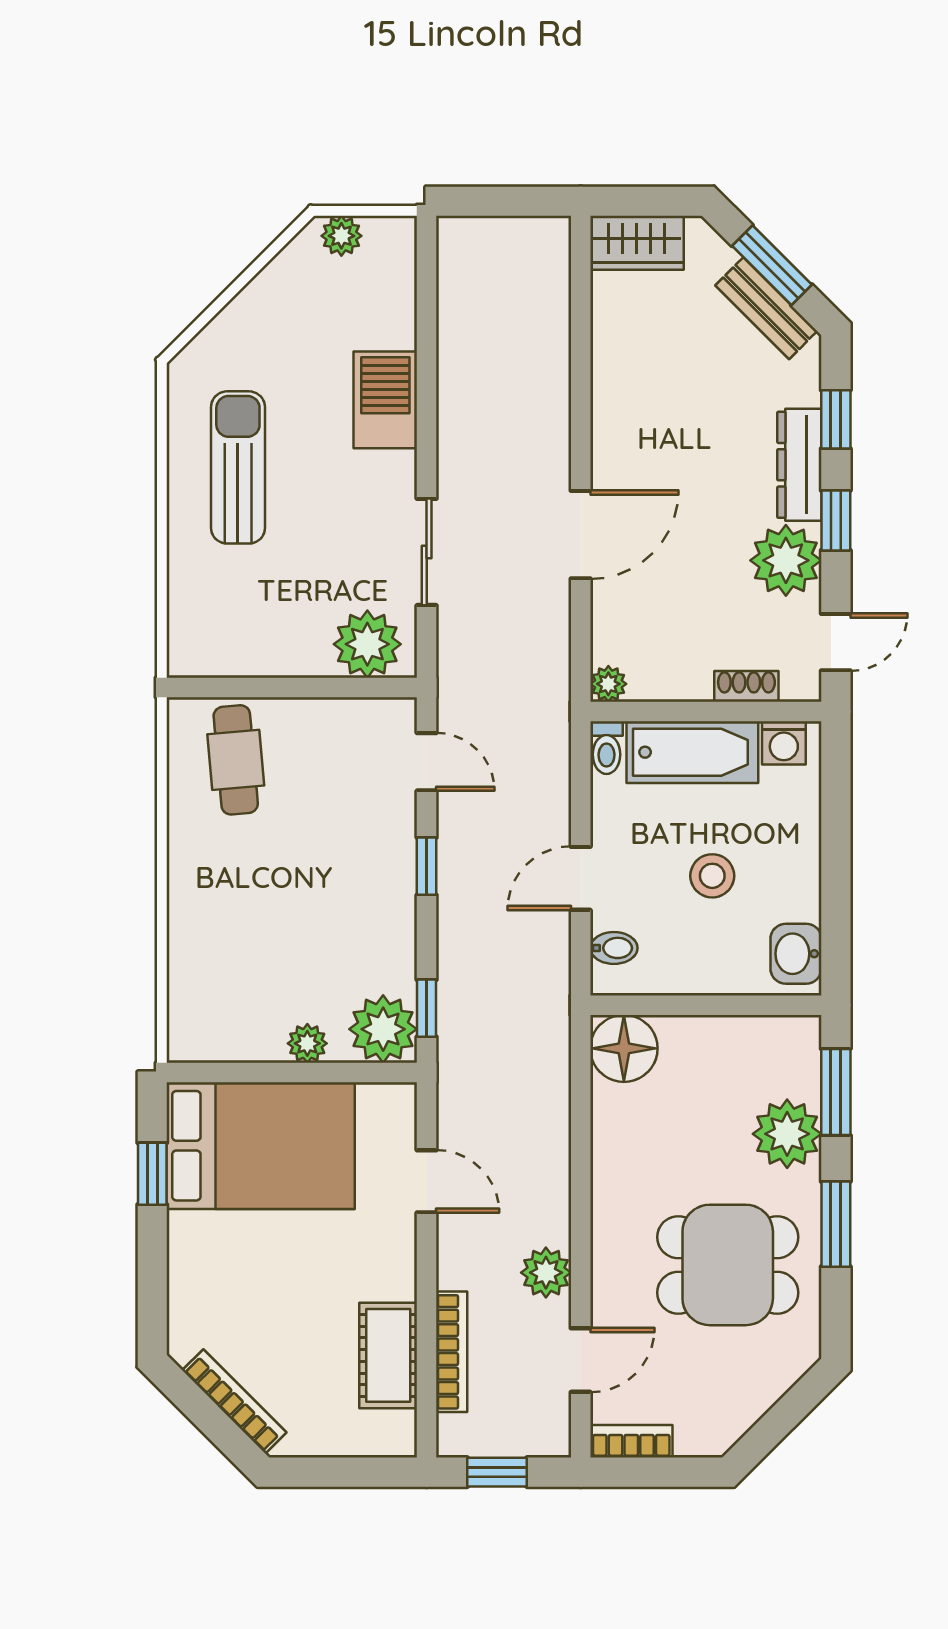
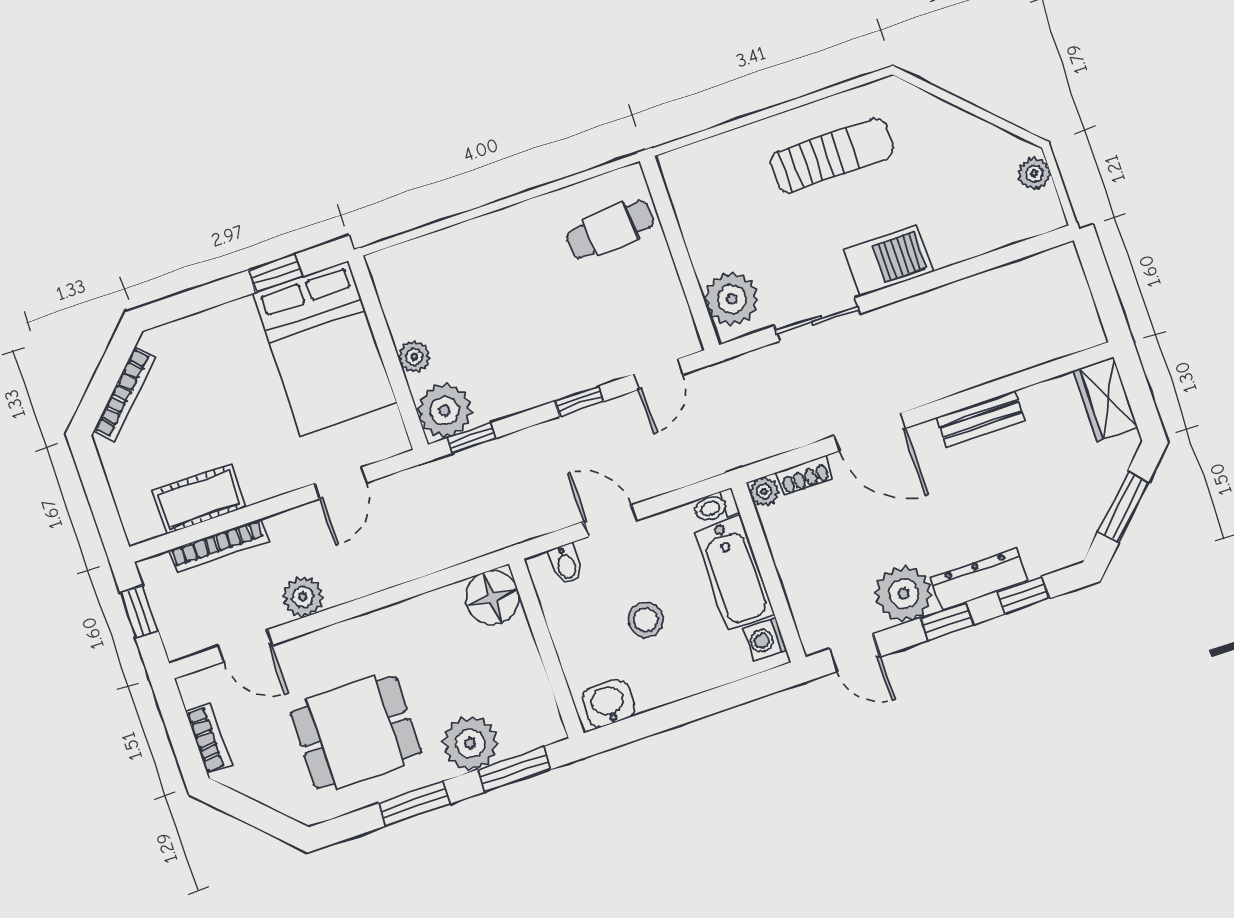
bench: (766, 308) -> (980, 419), moved, turned 45
barbecue: (385, 400) -> (889, 260), moved
shoe rack: (746, 686) -> (804, 476), moved, turned 90
dining table: (728, 1265) -> (356, 732), turned 90
bookcase: (631, 1441) -> (209, 739), moved

